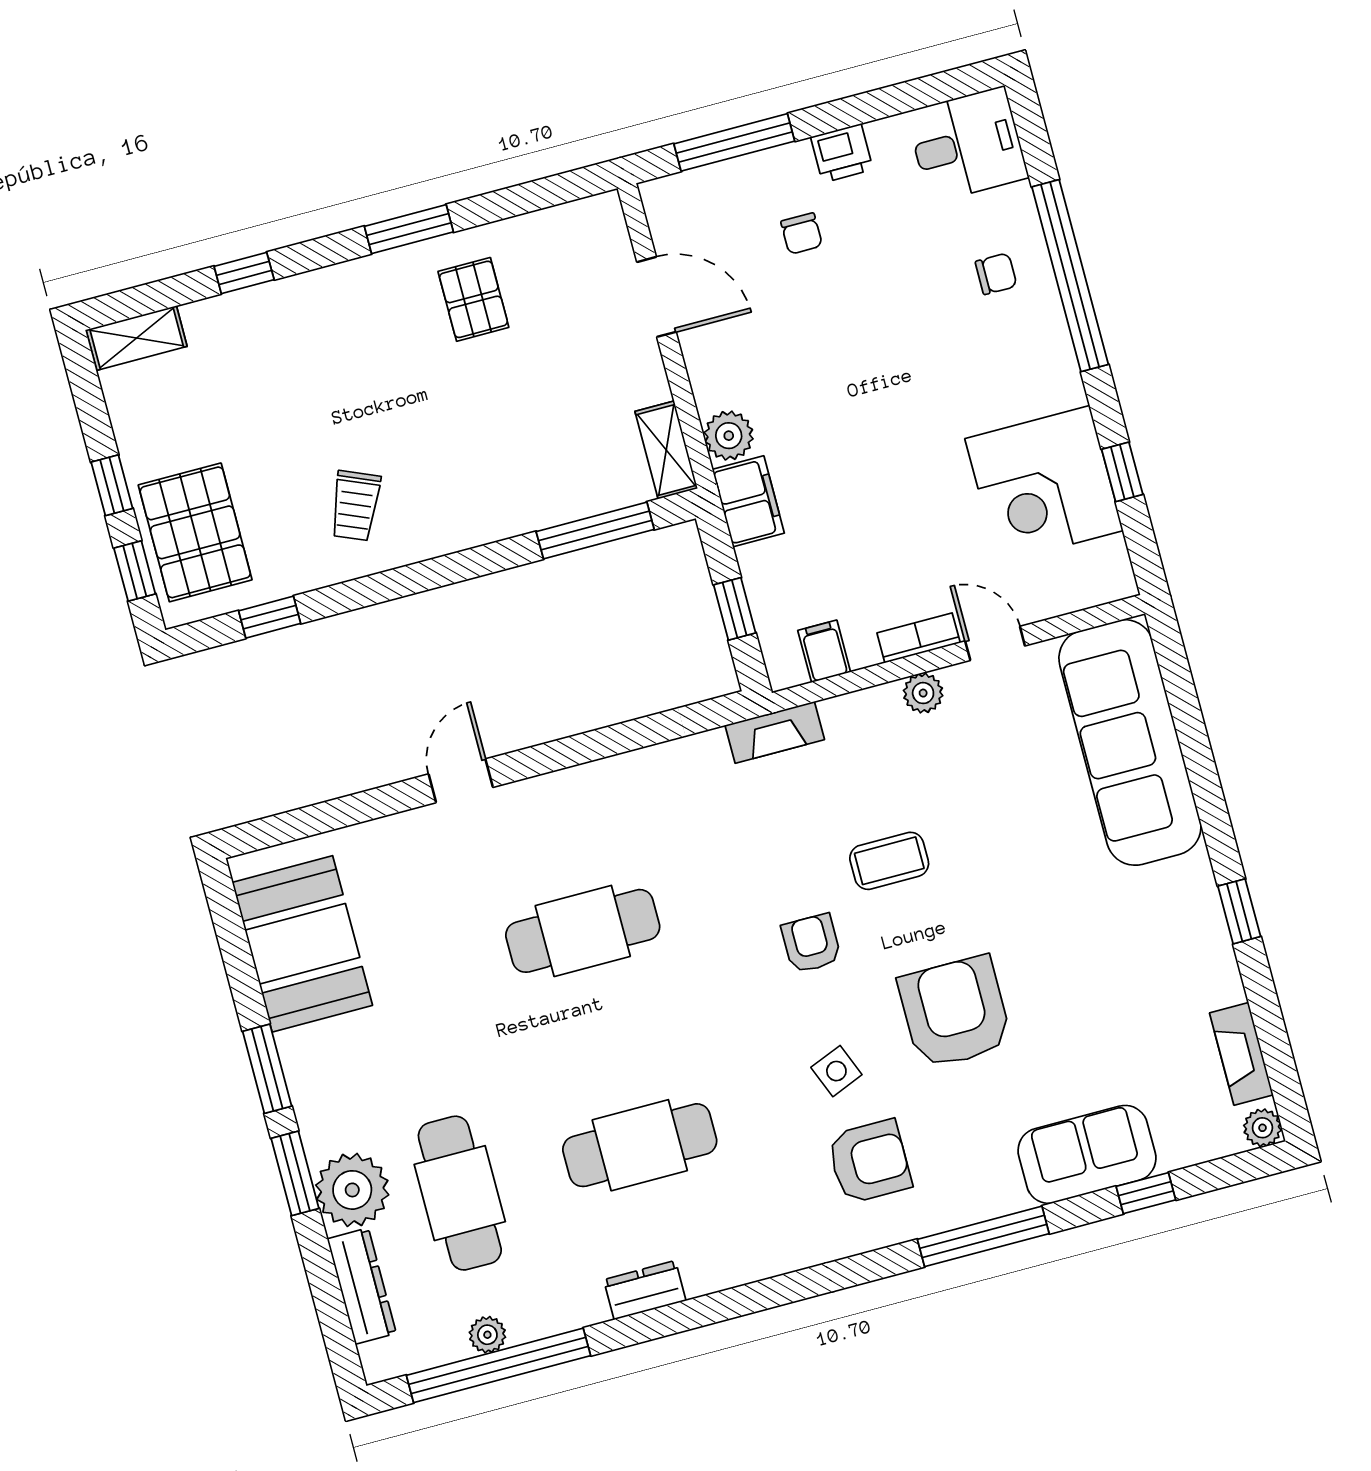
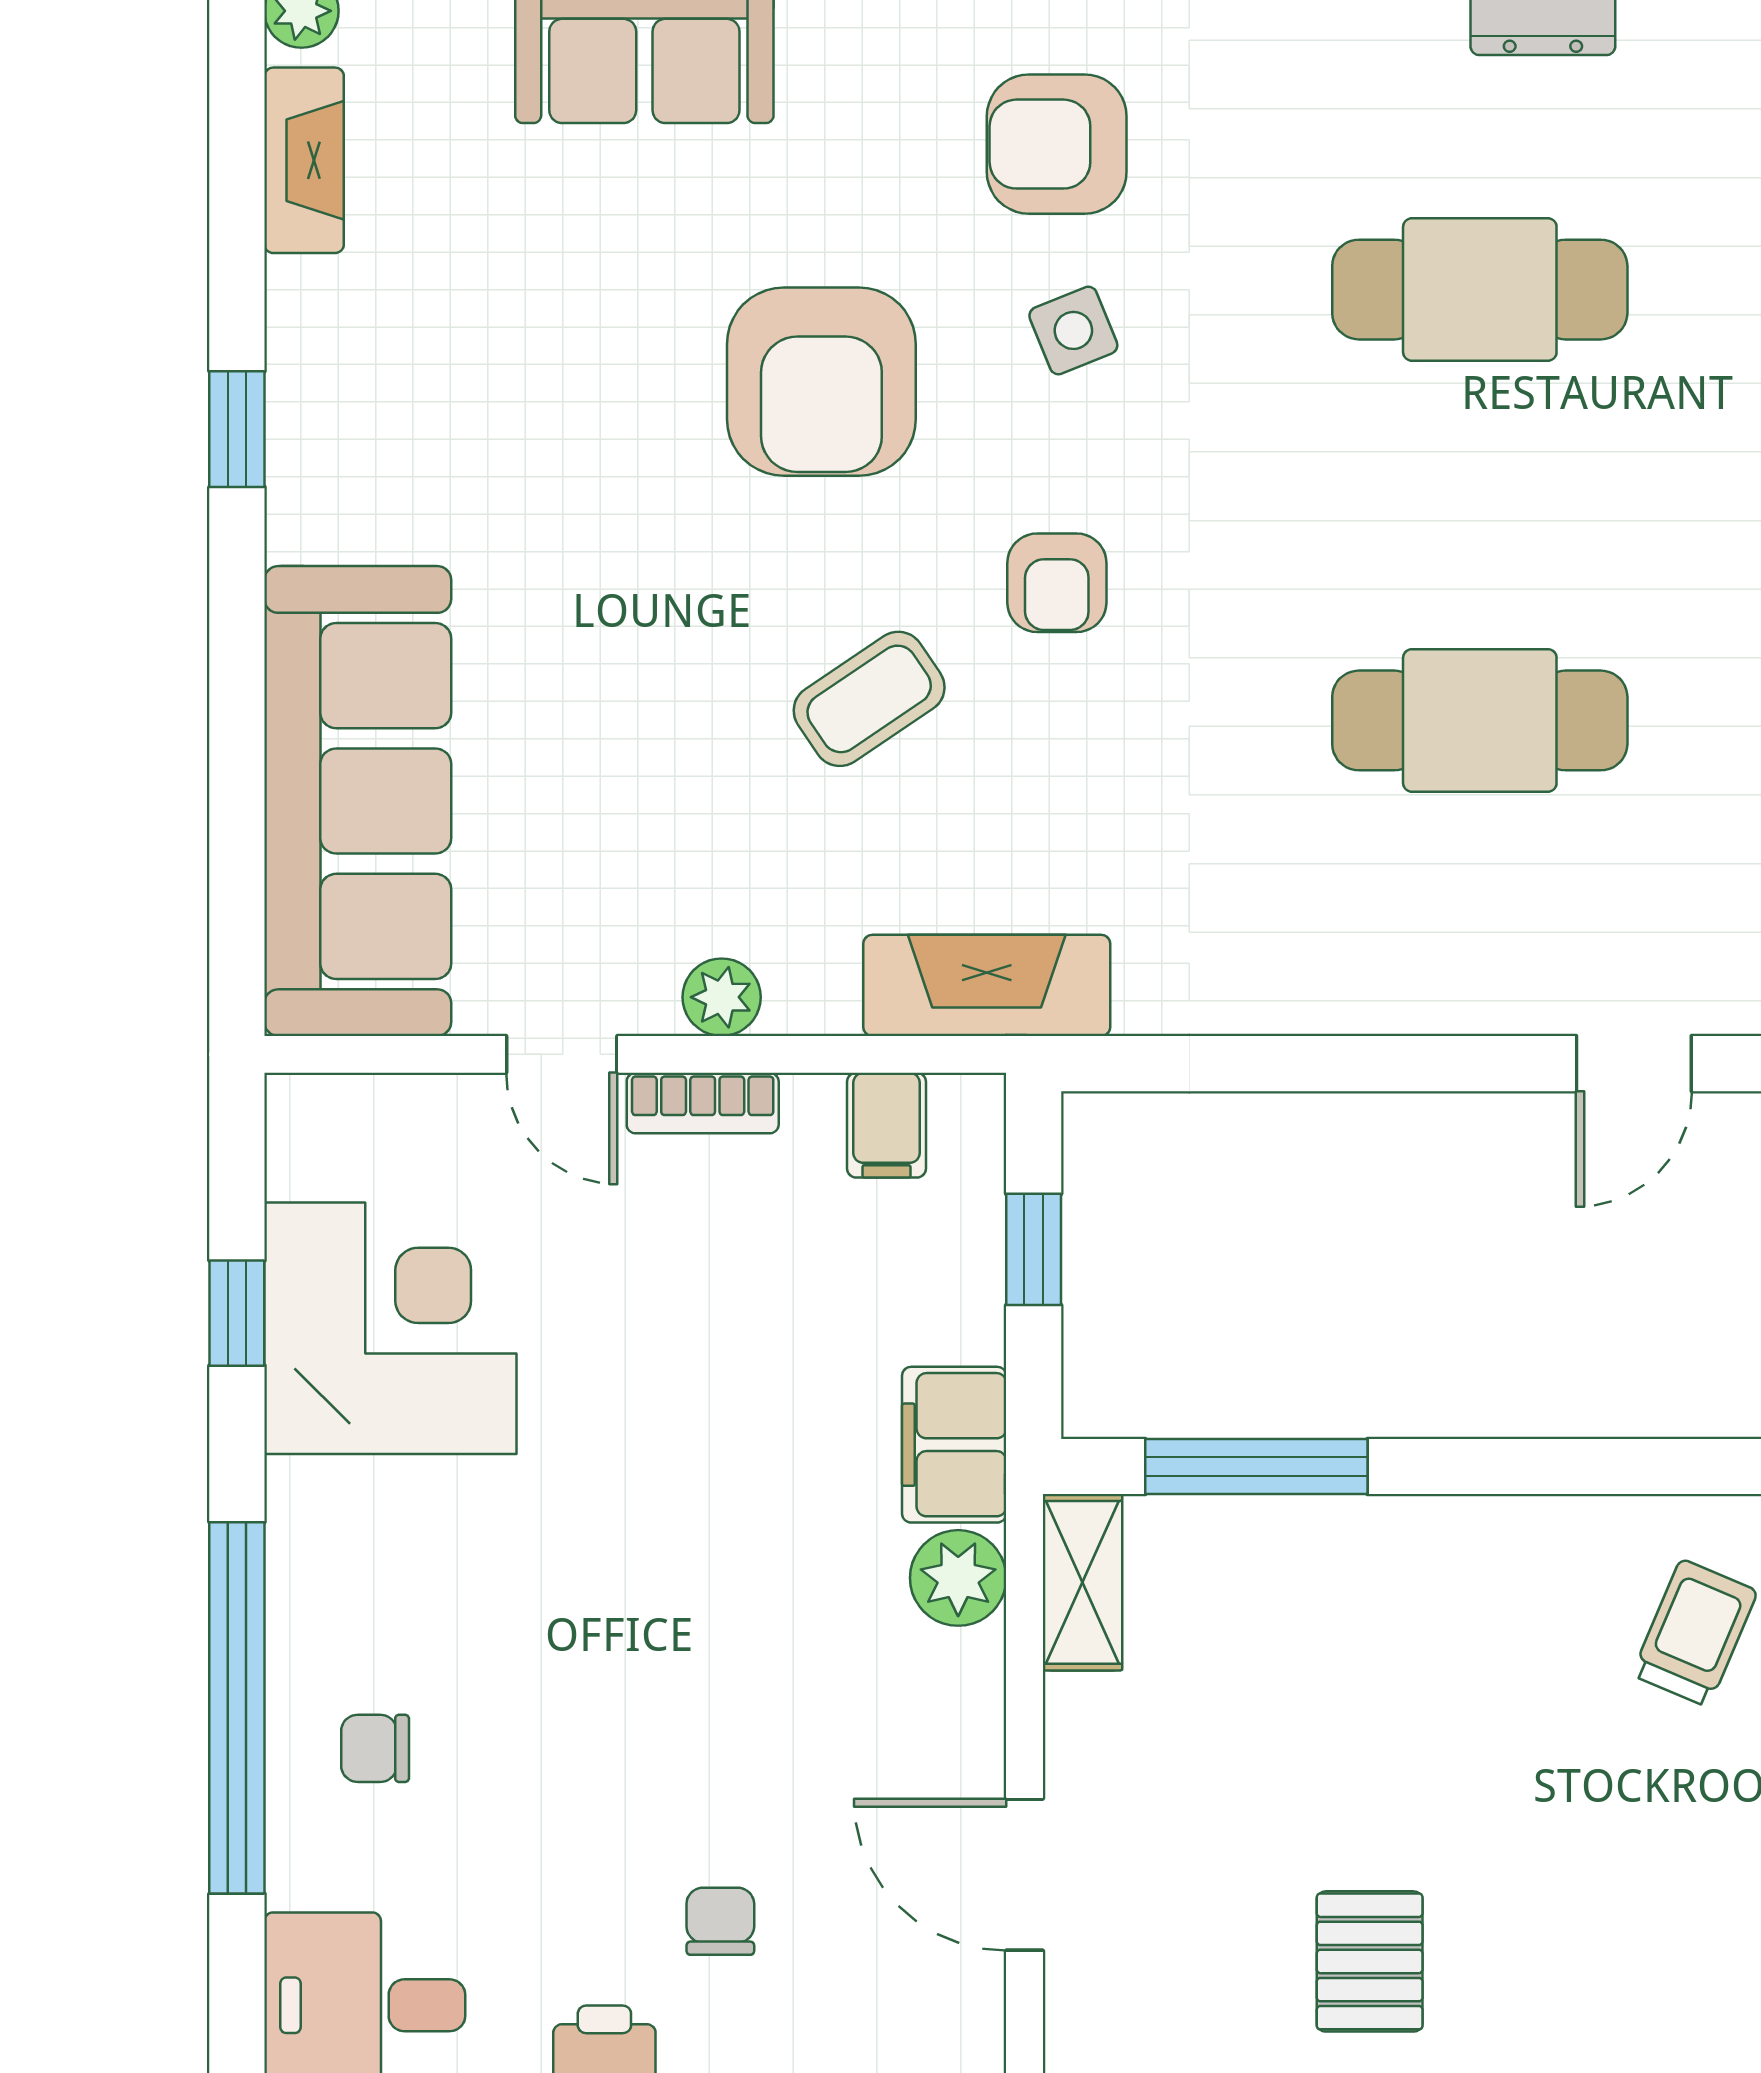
fireplace: (775, 732) -> (987, 985), width x1.37, depth x1.32
coffee table: (889, 861) -> (869, 699), turned -34

